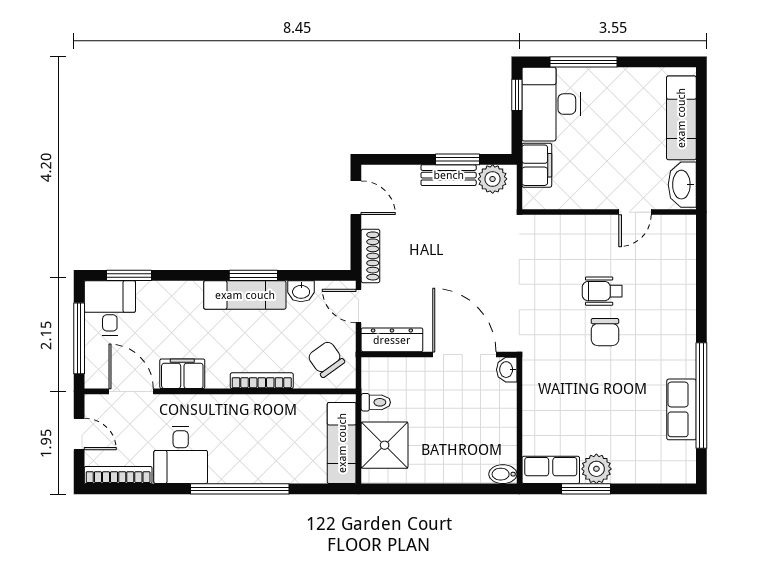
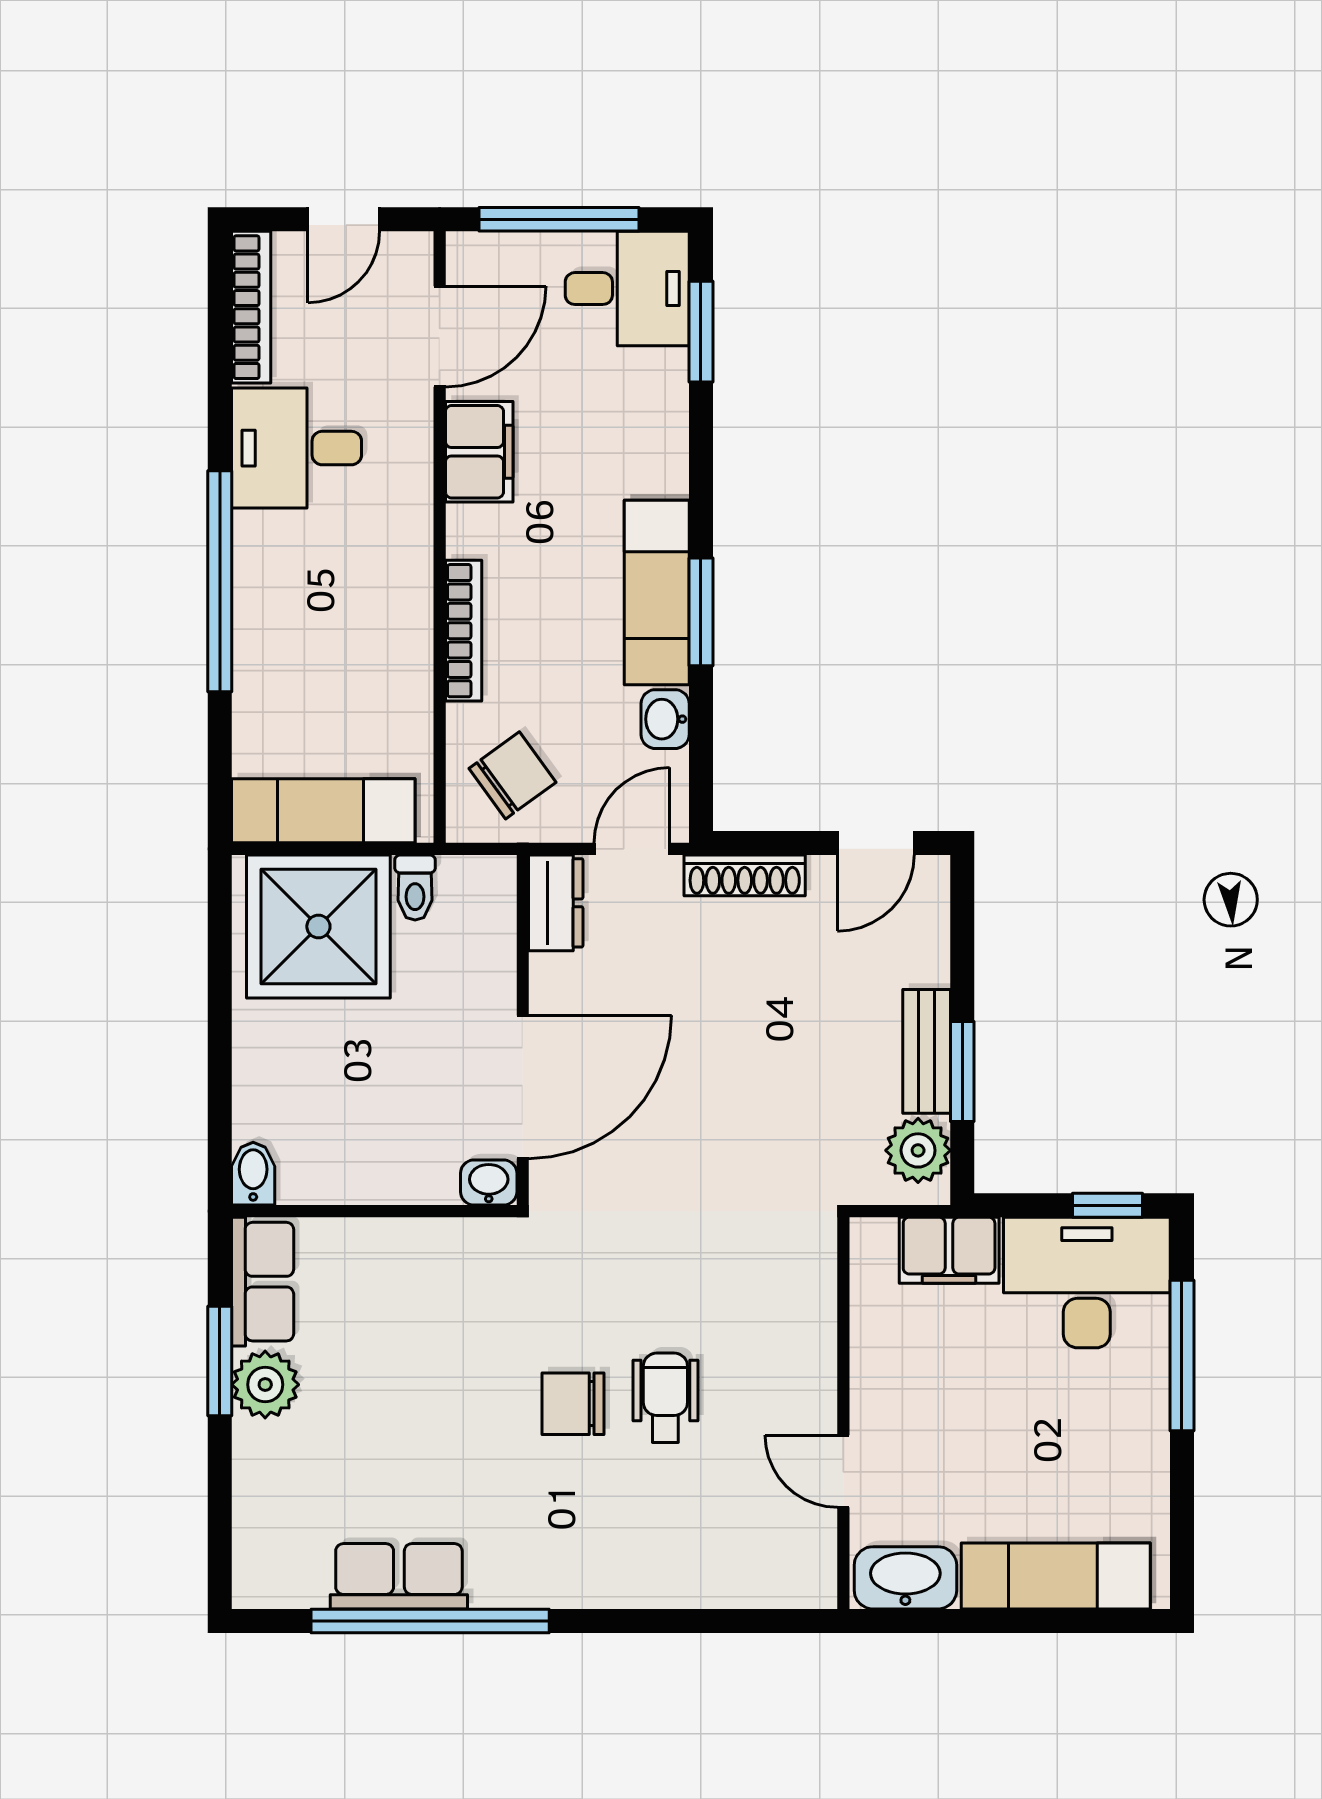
dresser: (392, 340) -> (556, 903), width x0.70
shower: (385, 445) -> (318, 926), width x1.37, depth x1.37

